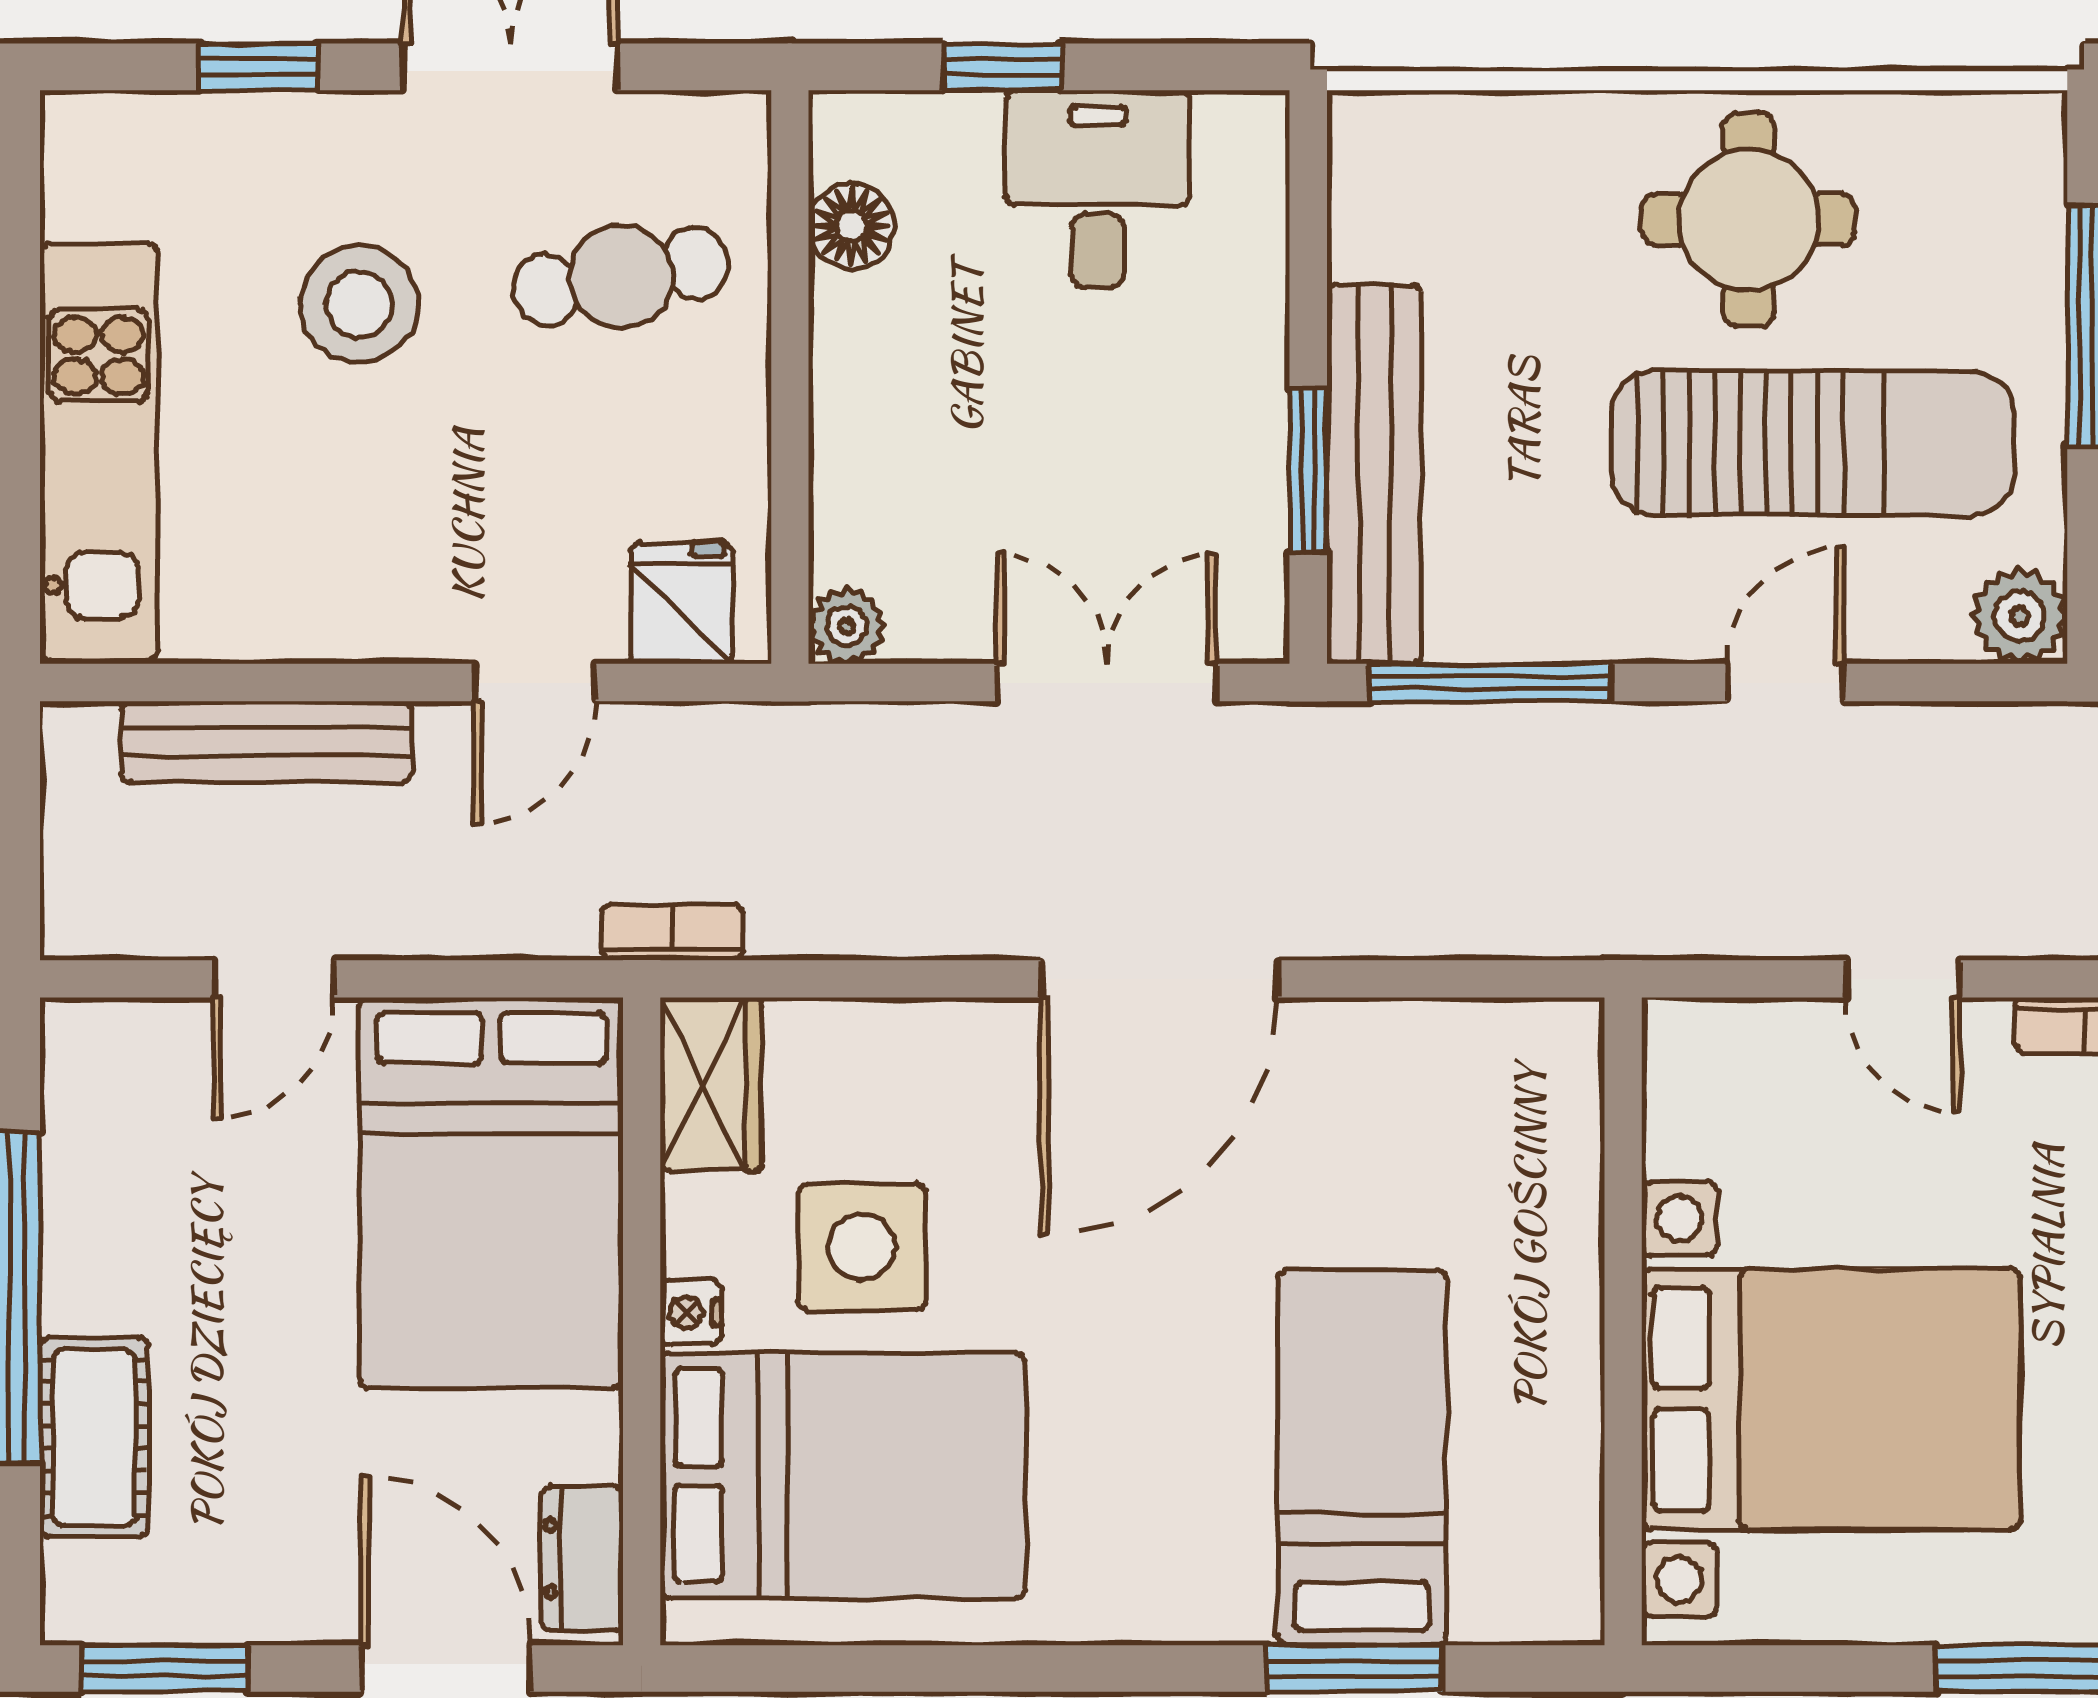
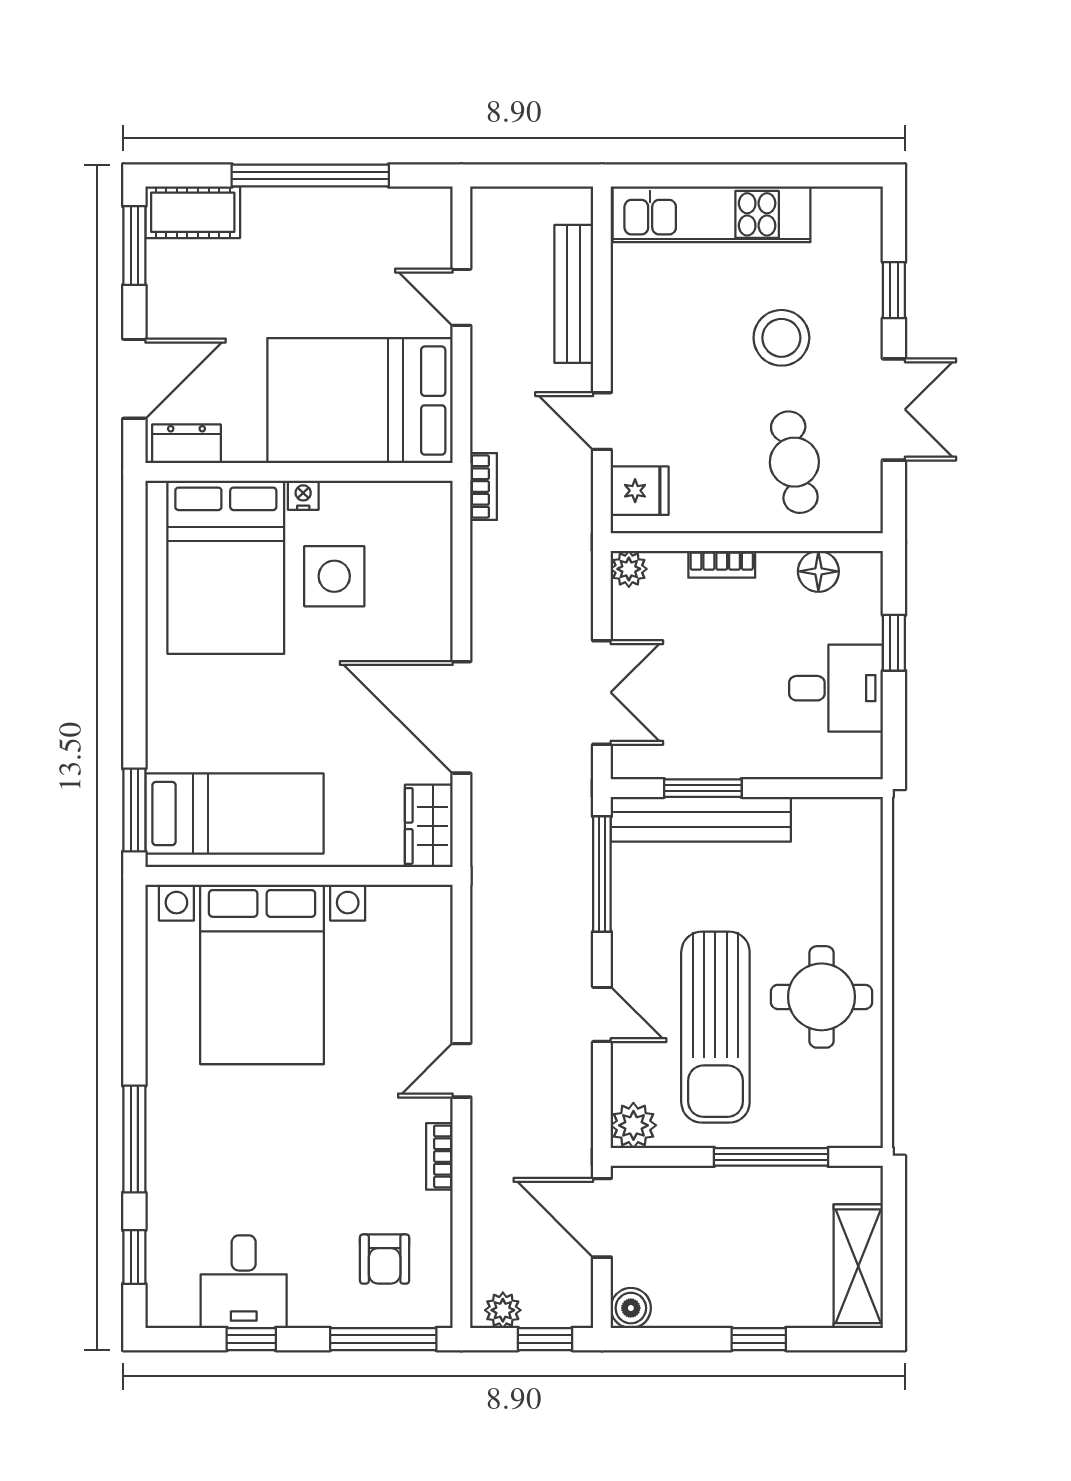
bookcase: (837, 430) -> (722, 564), added
wardrobe: (711, 1084) -> (429, 826), moved, turned 90
wall: (1623, 1321) -> (299, 876), moved
bed with nightstands: (1831, 1399) -> (262, 974), moved
cot: (94, 1437) -> (193, 212), moved

